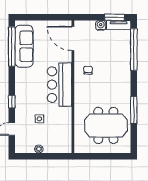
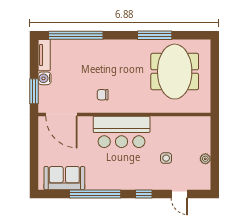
window: (115, 17) -> (34, 91), moved
door: (73, 38) -> (61, 115), hinge flipped
sofa: (24, 46) -> (64, 178), width x0.73
window: (12, 47) -> (95, 194), moved

